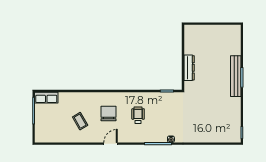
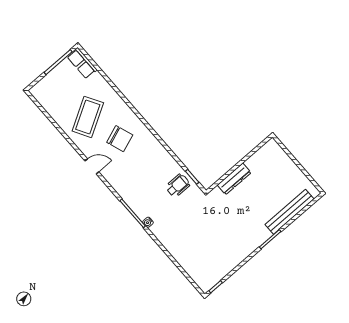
bench: (236, 76) -> (289, 212), moved
chair: (109, 114) -> (120, 139), turned 70
wheelchair: (138, 115) -> (178, 186), moved
coffee table: (80, 121) -> (88, 117), width x1.86, depth x1.72

